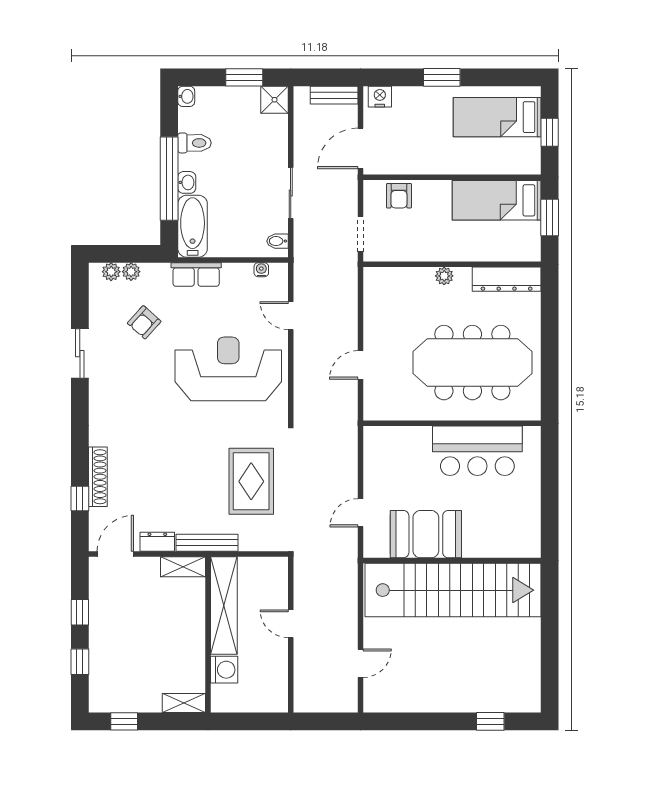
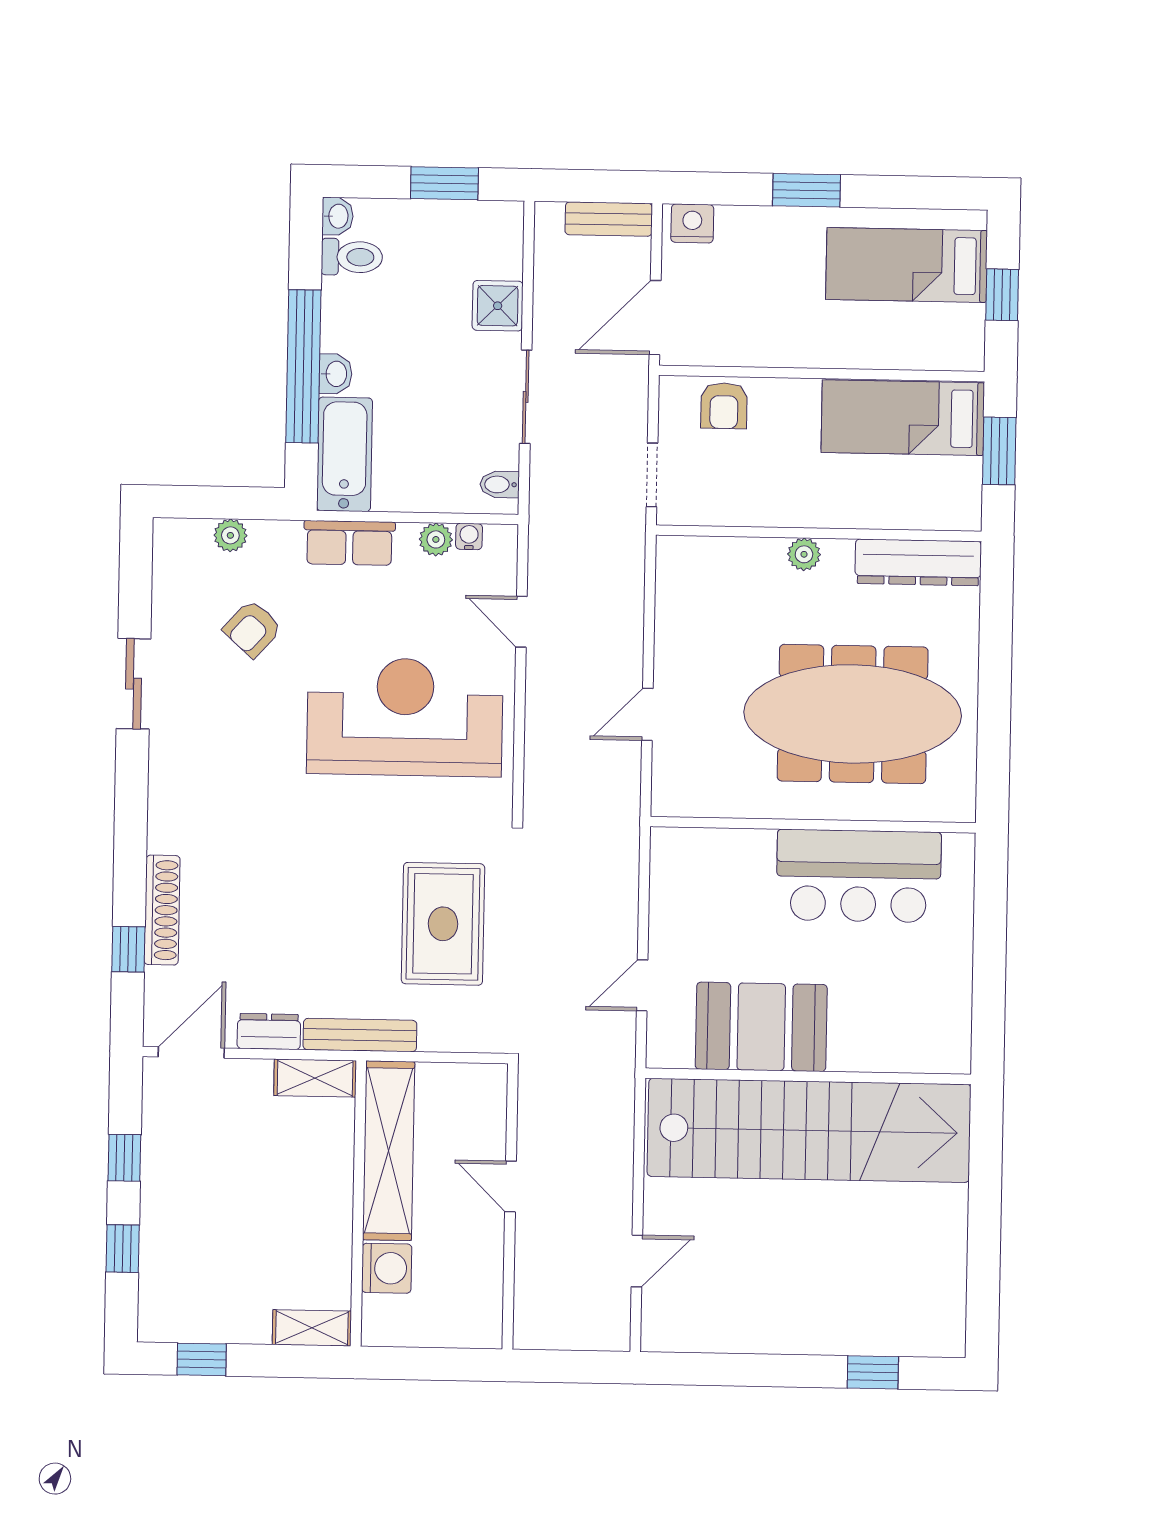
shower: (274, 100) -> (498, 306), moved
toilet: (194, 143) -> (352, 257), moved
plant: (111, 272) -> (436, 539), moved

